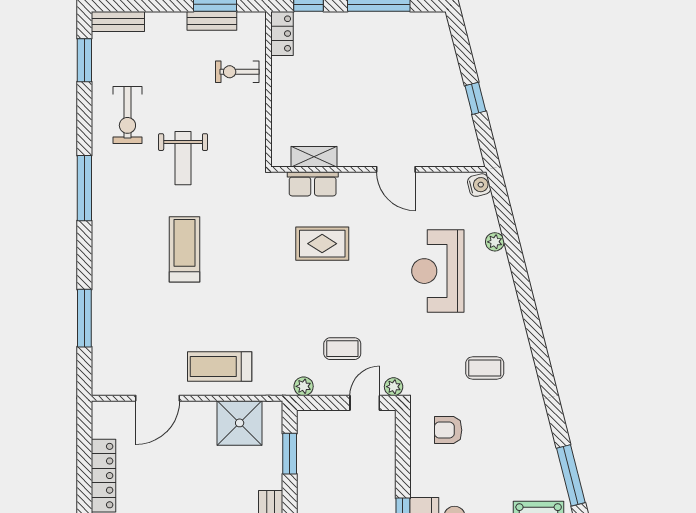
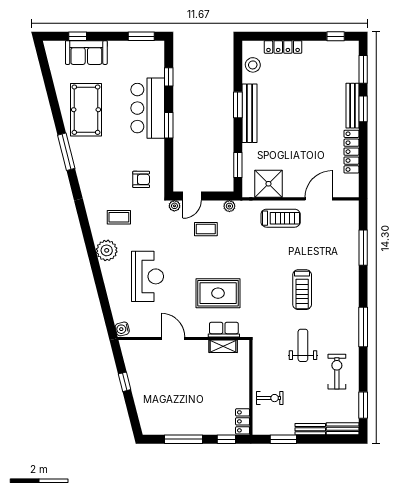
bench: (212, 21) -> (310, 429), moved
plant: (495, 242) -> (107, 250), moved, width x1.87, depth x1.87
rug: (322, 244) -> (218, 293), width x1.36, depth x1.43

